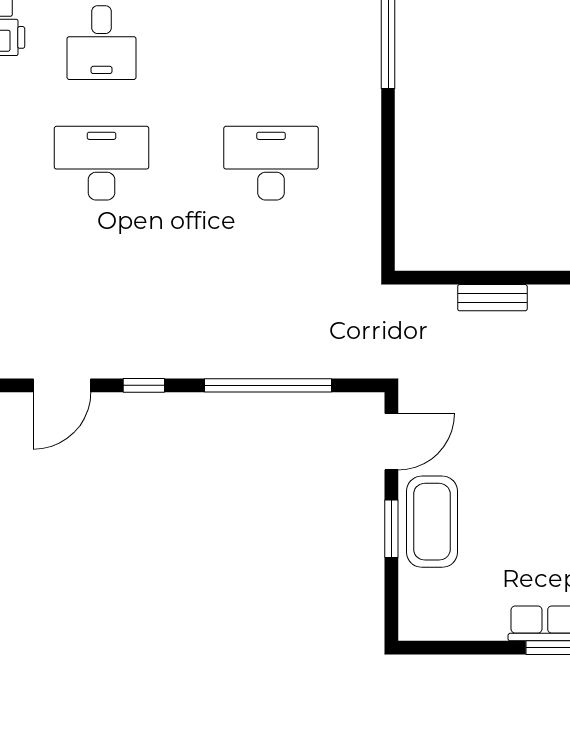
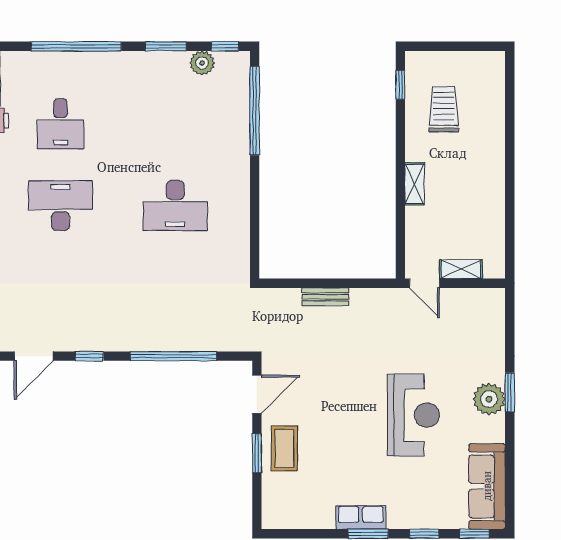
desk: (271, 163) -> (175, 206), turned 180
coffee table: (432, 522) -> (284, 448), width x0.73, depth x0.76

